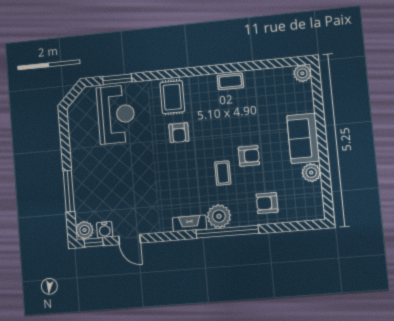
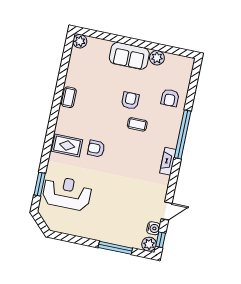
armchair: (179, 133) -> (96, 149), turned 180
plant: (219, 216) -> (169, 137), removed

